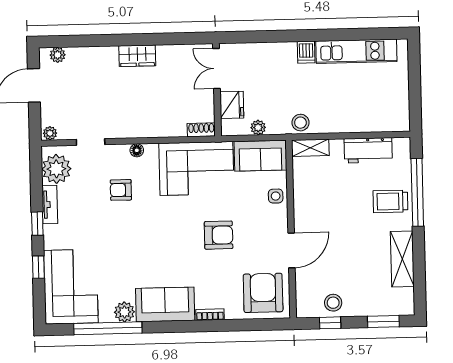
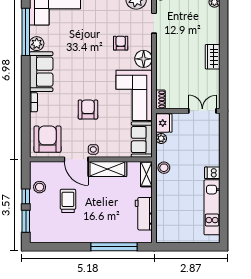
fridge: (232, 105) -> (164, 123), moved, turned -90
floor lamp: (137, 150) -> (144, 59), width x1.89, depth x1.89
side table: (276, 196) -> (93, 149), moved
trolley: (390, 201) -> (68, 201), moved
armchair: (219, 235) -> (88, 110), turned 180
shelving: (402, 259) -> (107, 169), moved
armchair: (263, 293) -> (47, 139), turned -90
window: (330, 323) -> (26, 196), moved

